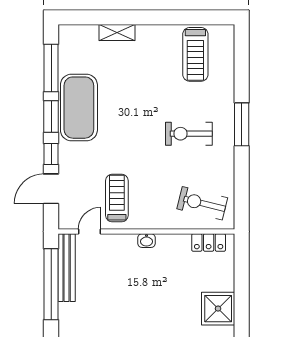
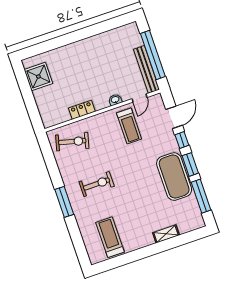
washbasin: (147, 241) -> (115, 100), moved
locker: (209, 242) -> (82, 110), moved

